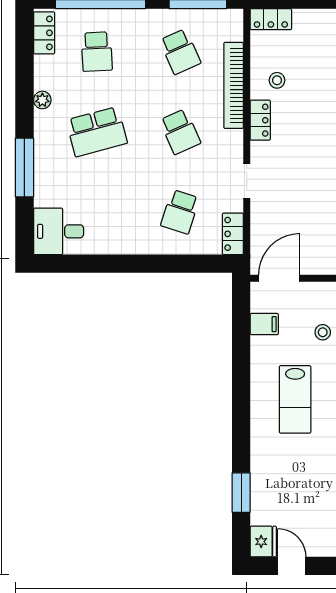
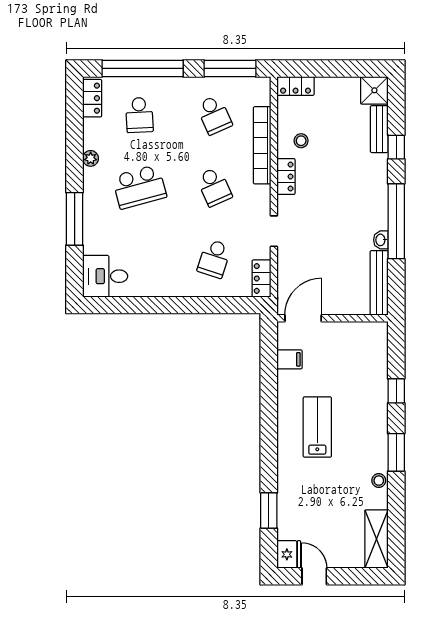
stool: (323, 332) -> (342, 367), removed
lab bench: (295, 399) -> (317, 427), turned 180

